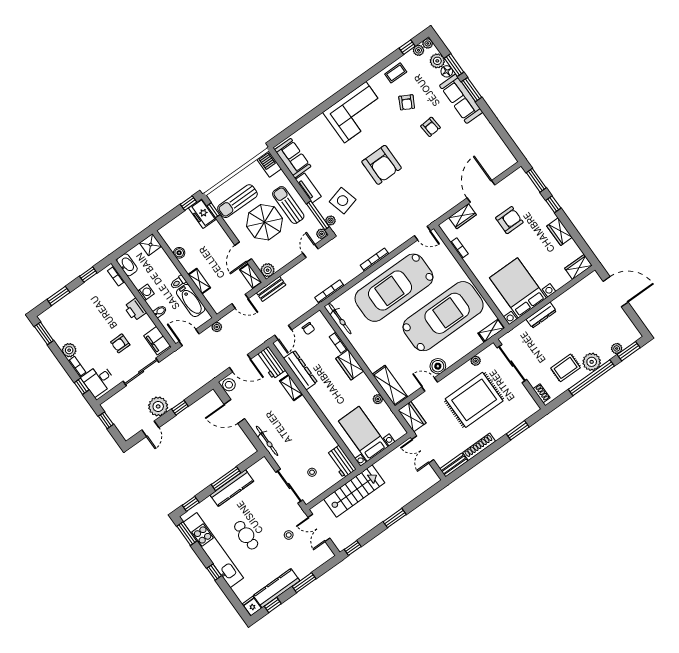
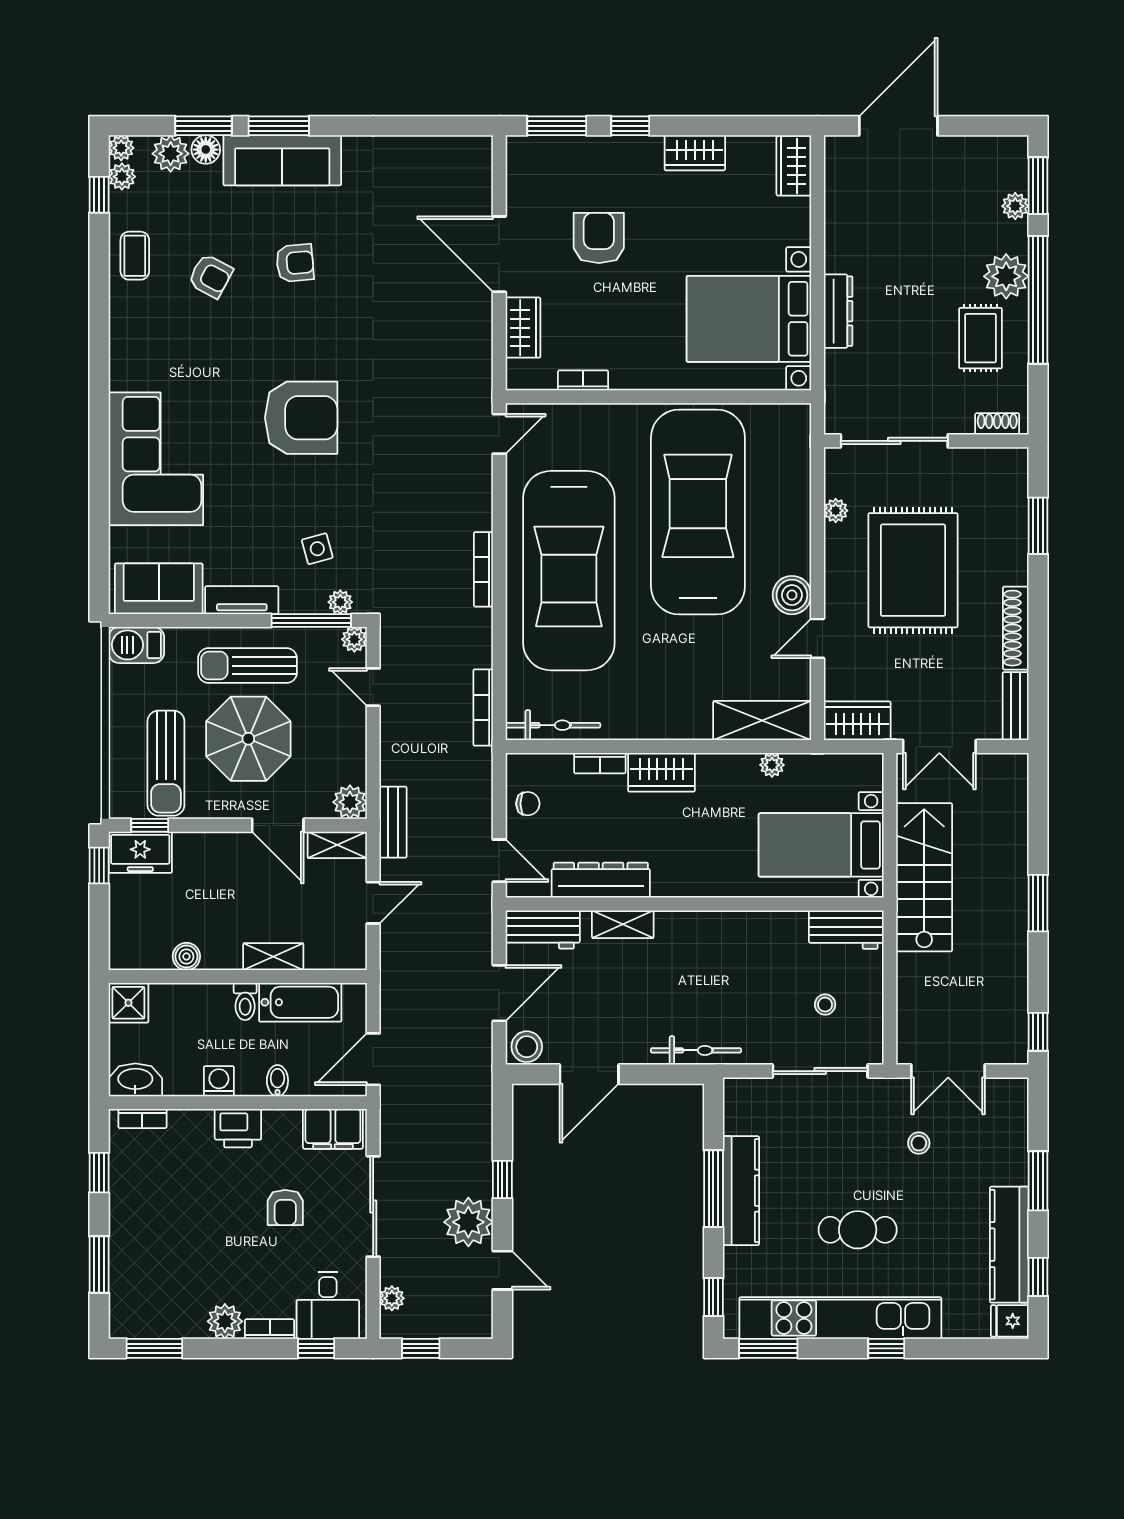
corner sofa: (355, 112) -> (156, 459), moved
side table: (343, 201) -> (317, 549), width x0.54, depth x0.54
plant: (217, 327) -> (392, 1298), moved
shelving: (491, 330) -> (797, 434), removed
stairs: (354, 491) -> (924, 877), moved

